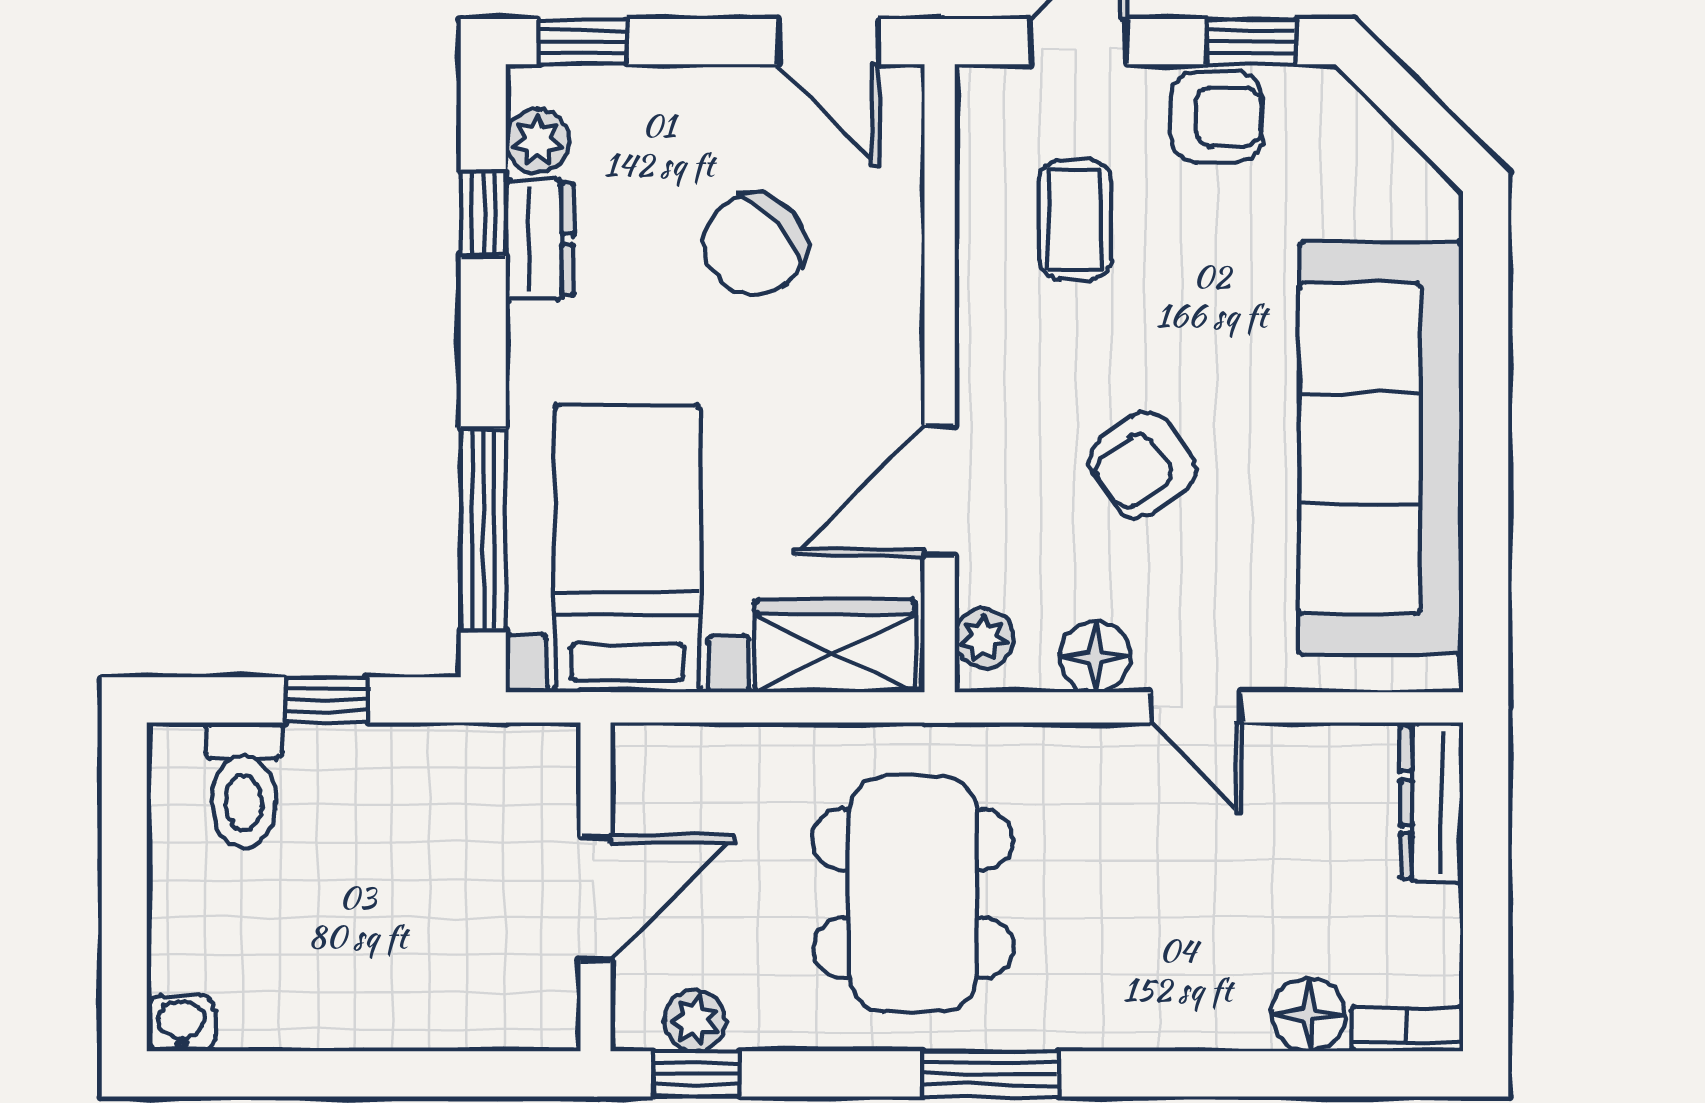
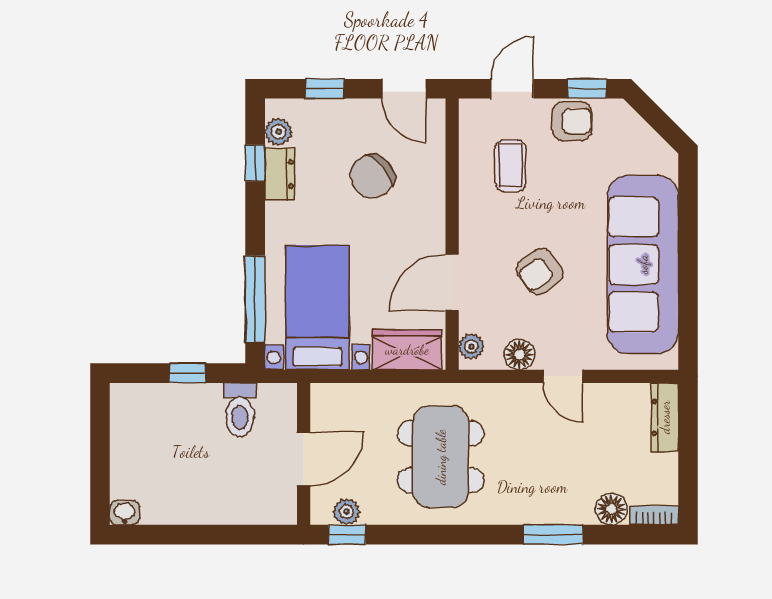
window: (582, 42) -> (325, 89), moved
toilet: (244, 785) -> (240, 410), moved
window: (990, 1074) -> (553, 535), moved

